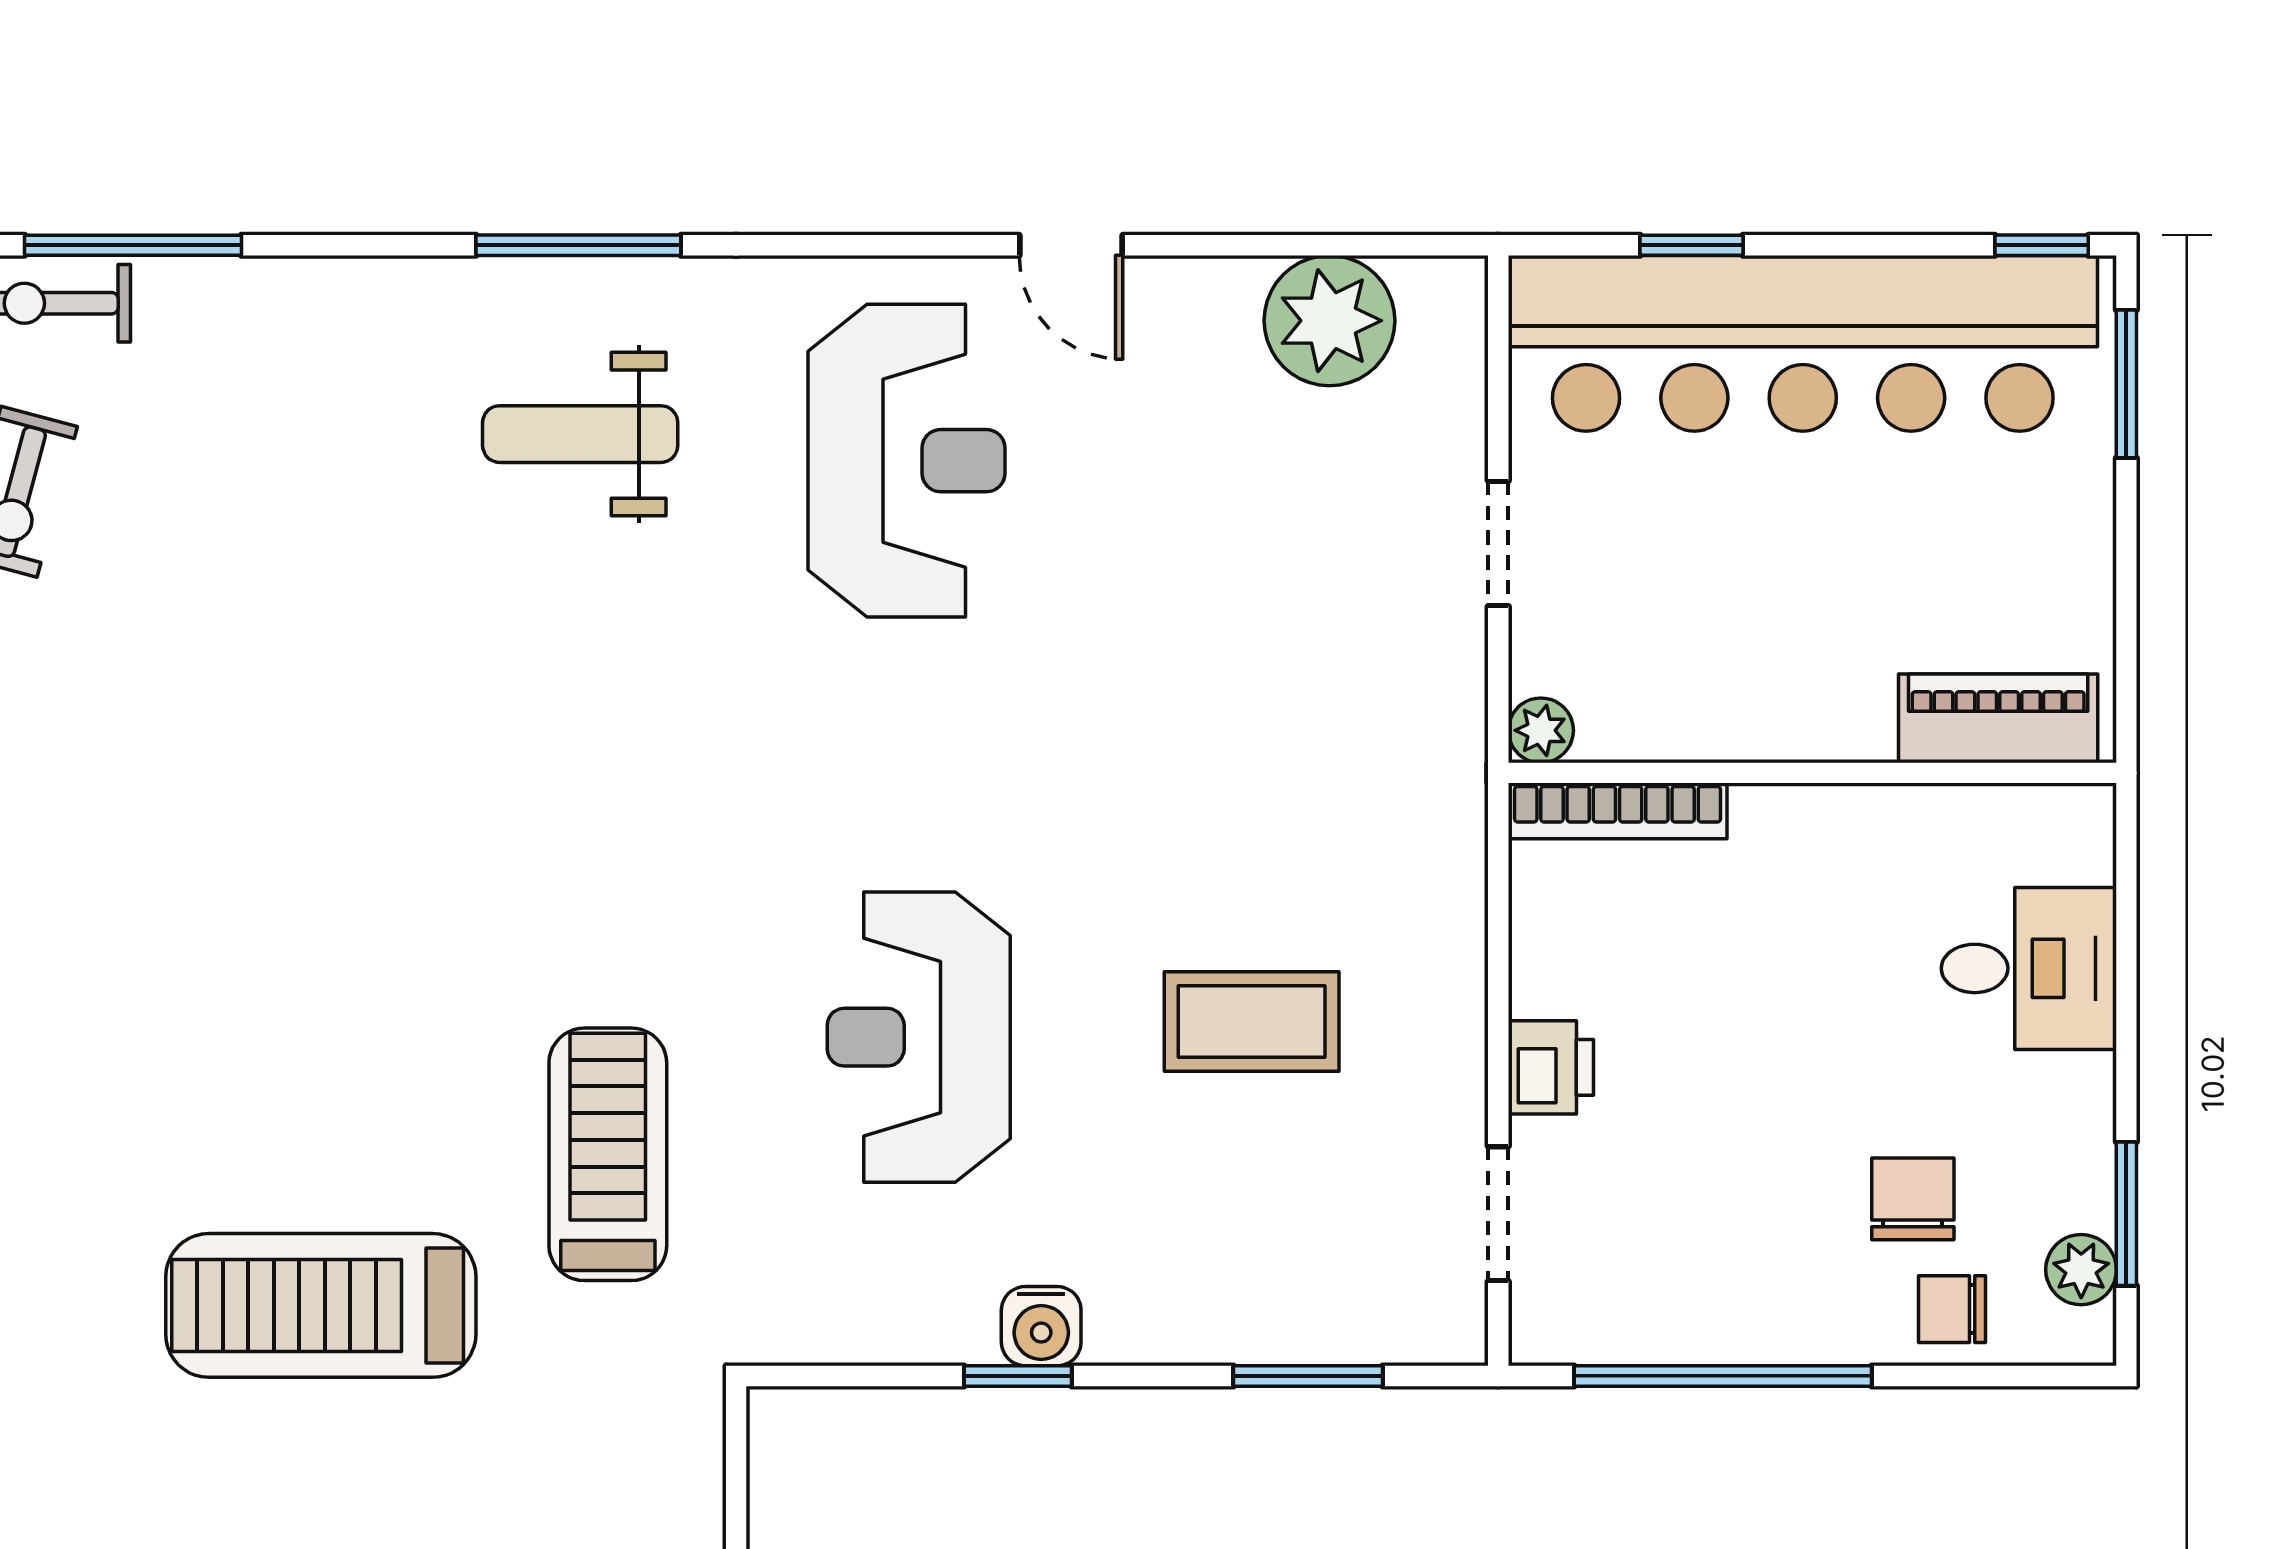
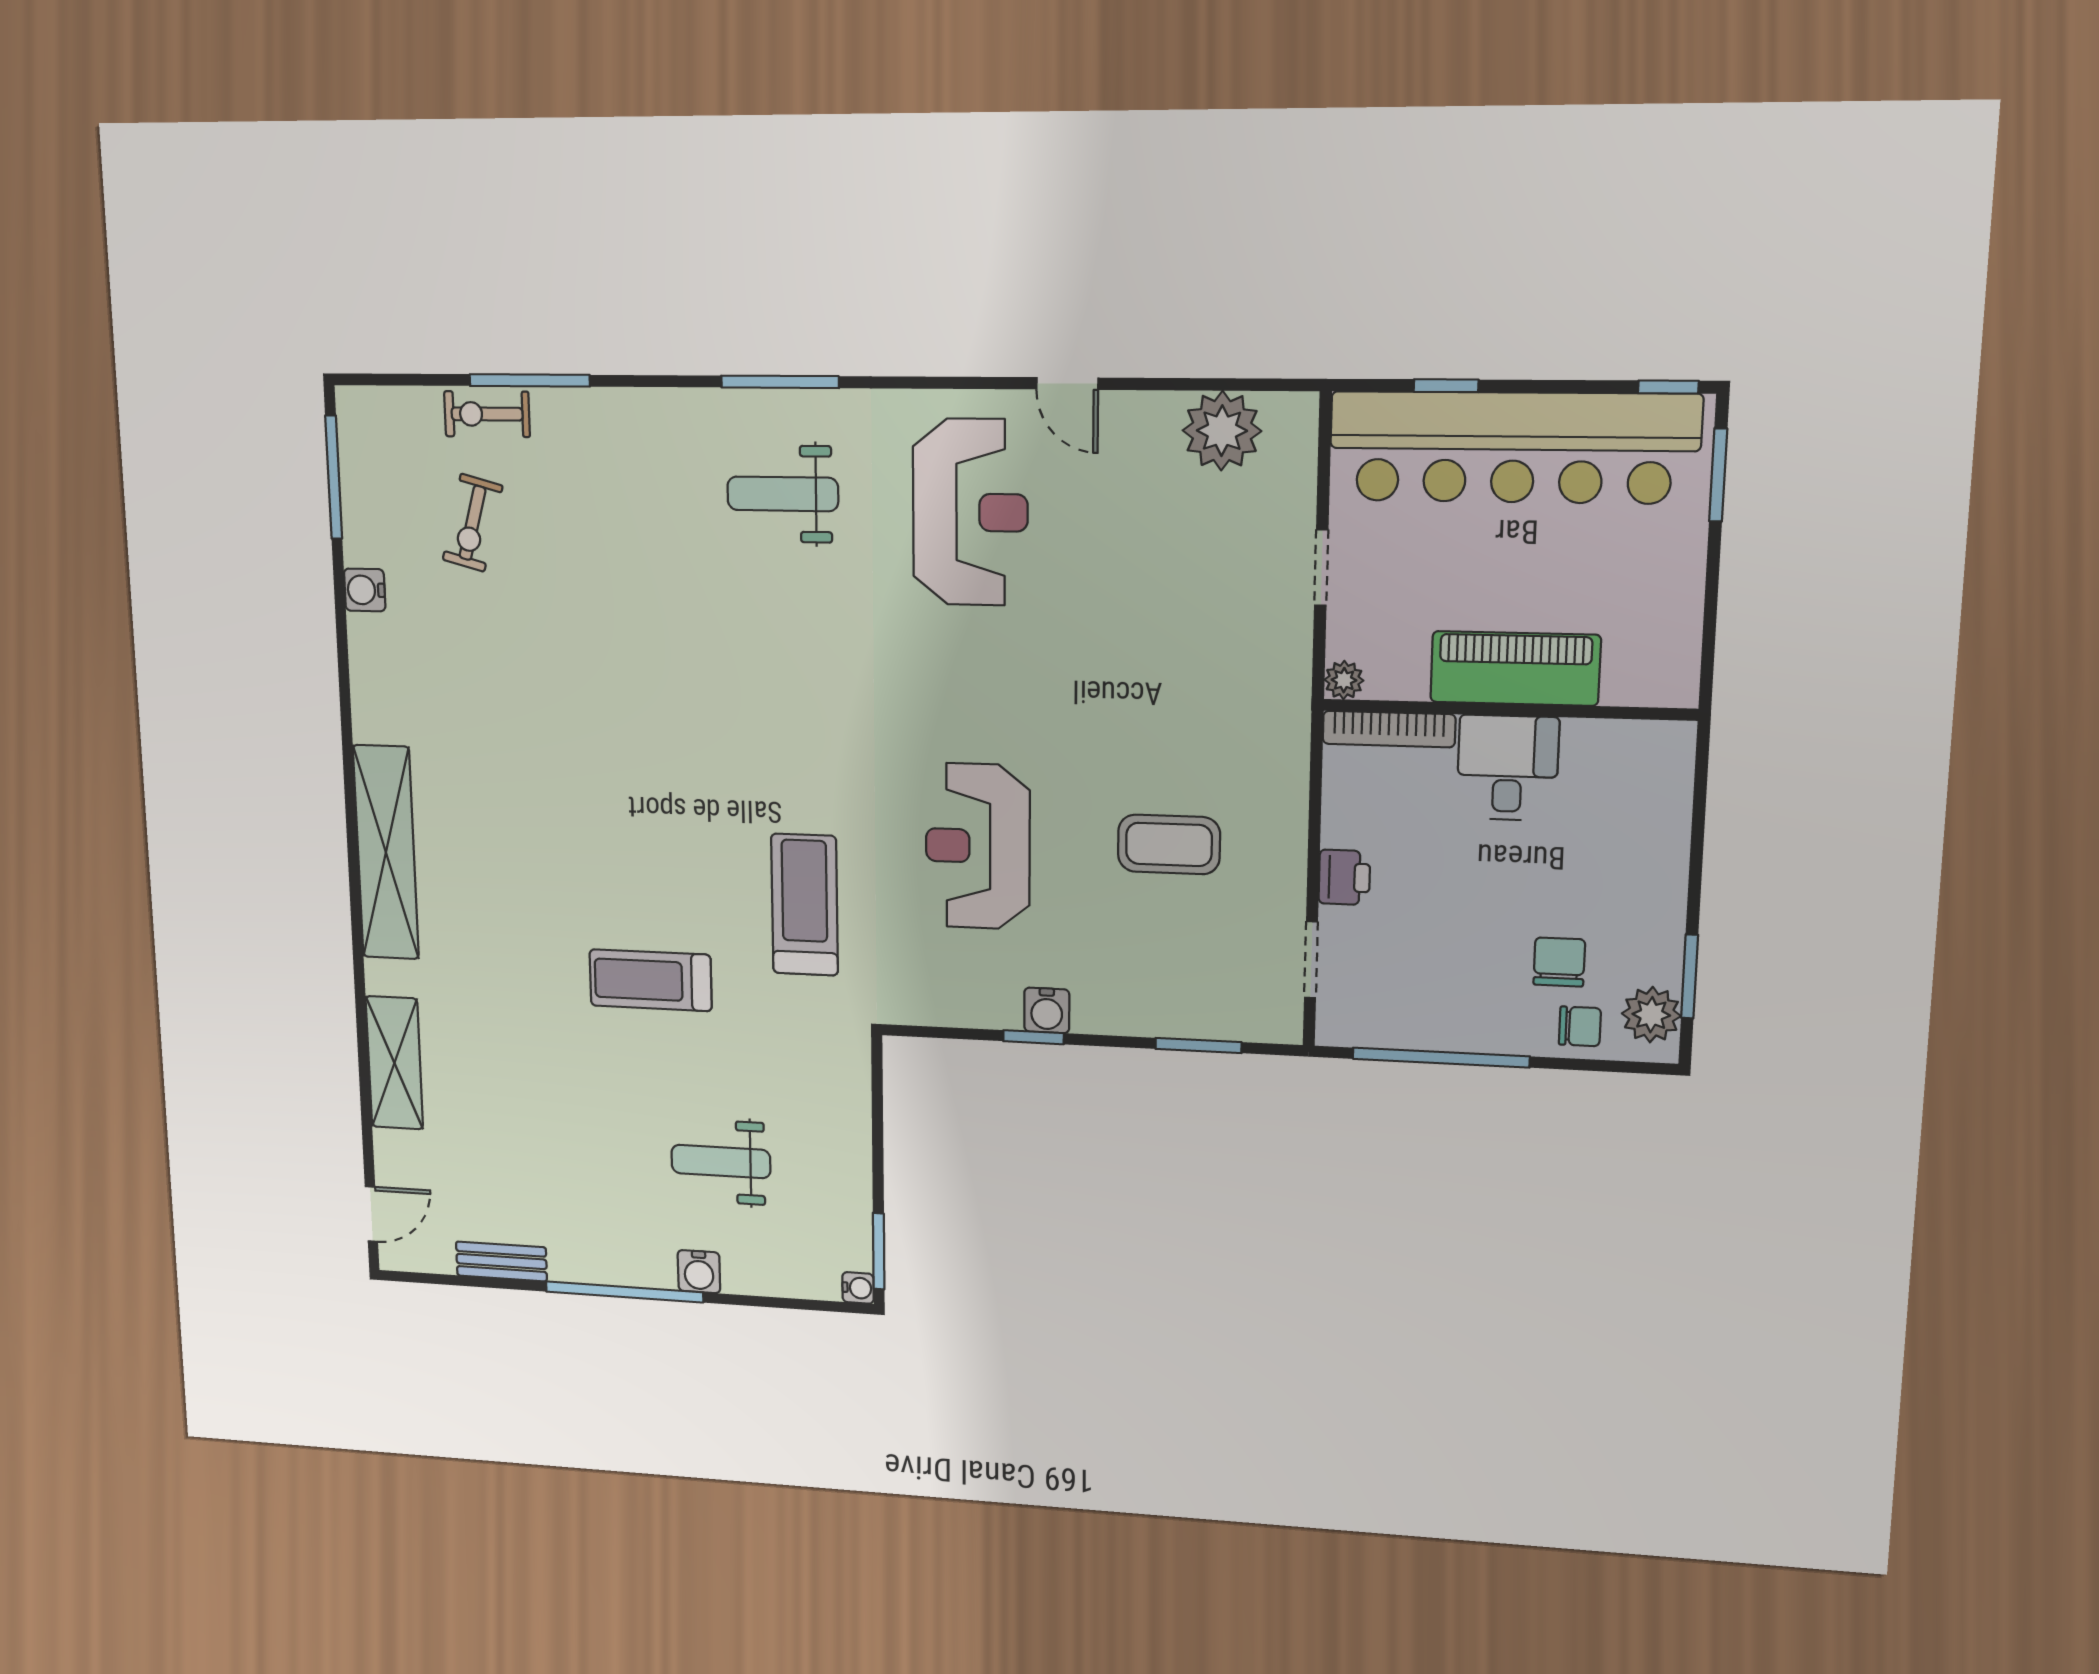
piano: (1998, 718) -> (1515, 668), moved, width x1.37, depth x1.33
desk: (2029, 968) -> (1508, 768), moved, turned -90
plant: (2081, 1270) -> (1651, 1015), width x1.38, depth x1.38
treadmill: (321, 1305) -> (651, 980), width x0.73, depth x0.73
chair: (1952, 1309) -> (1580, 1026), turned 180

